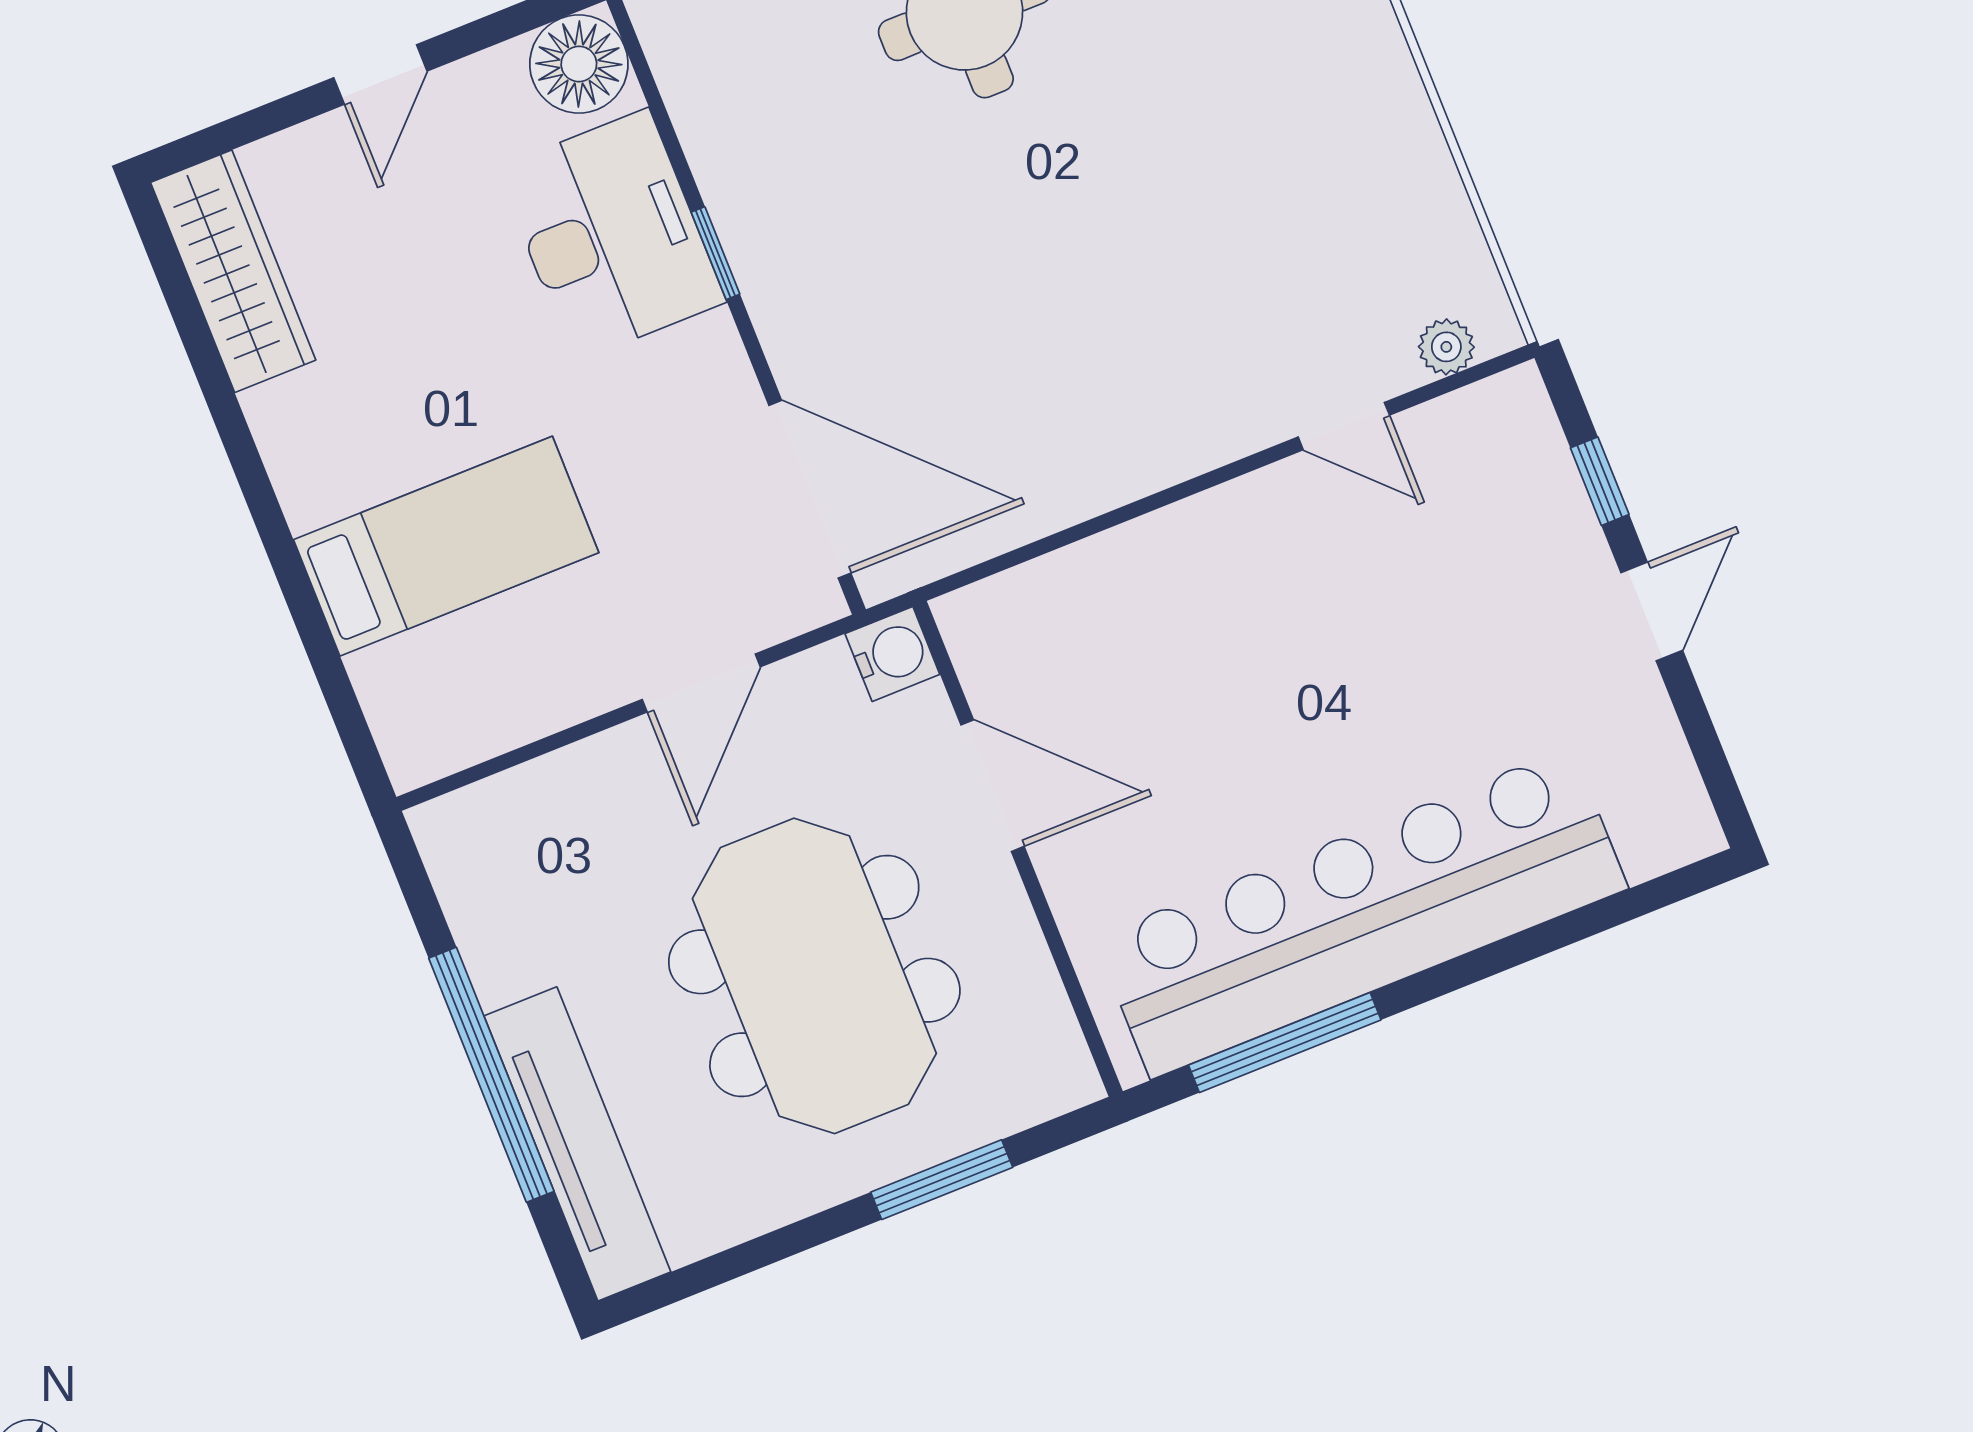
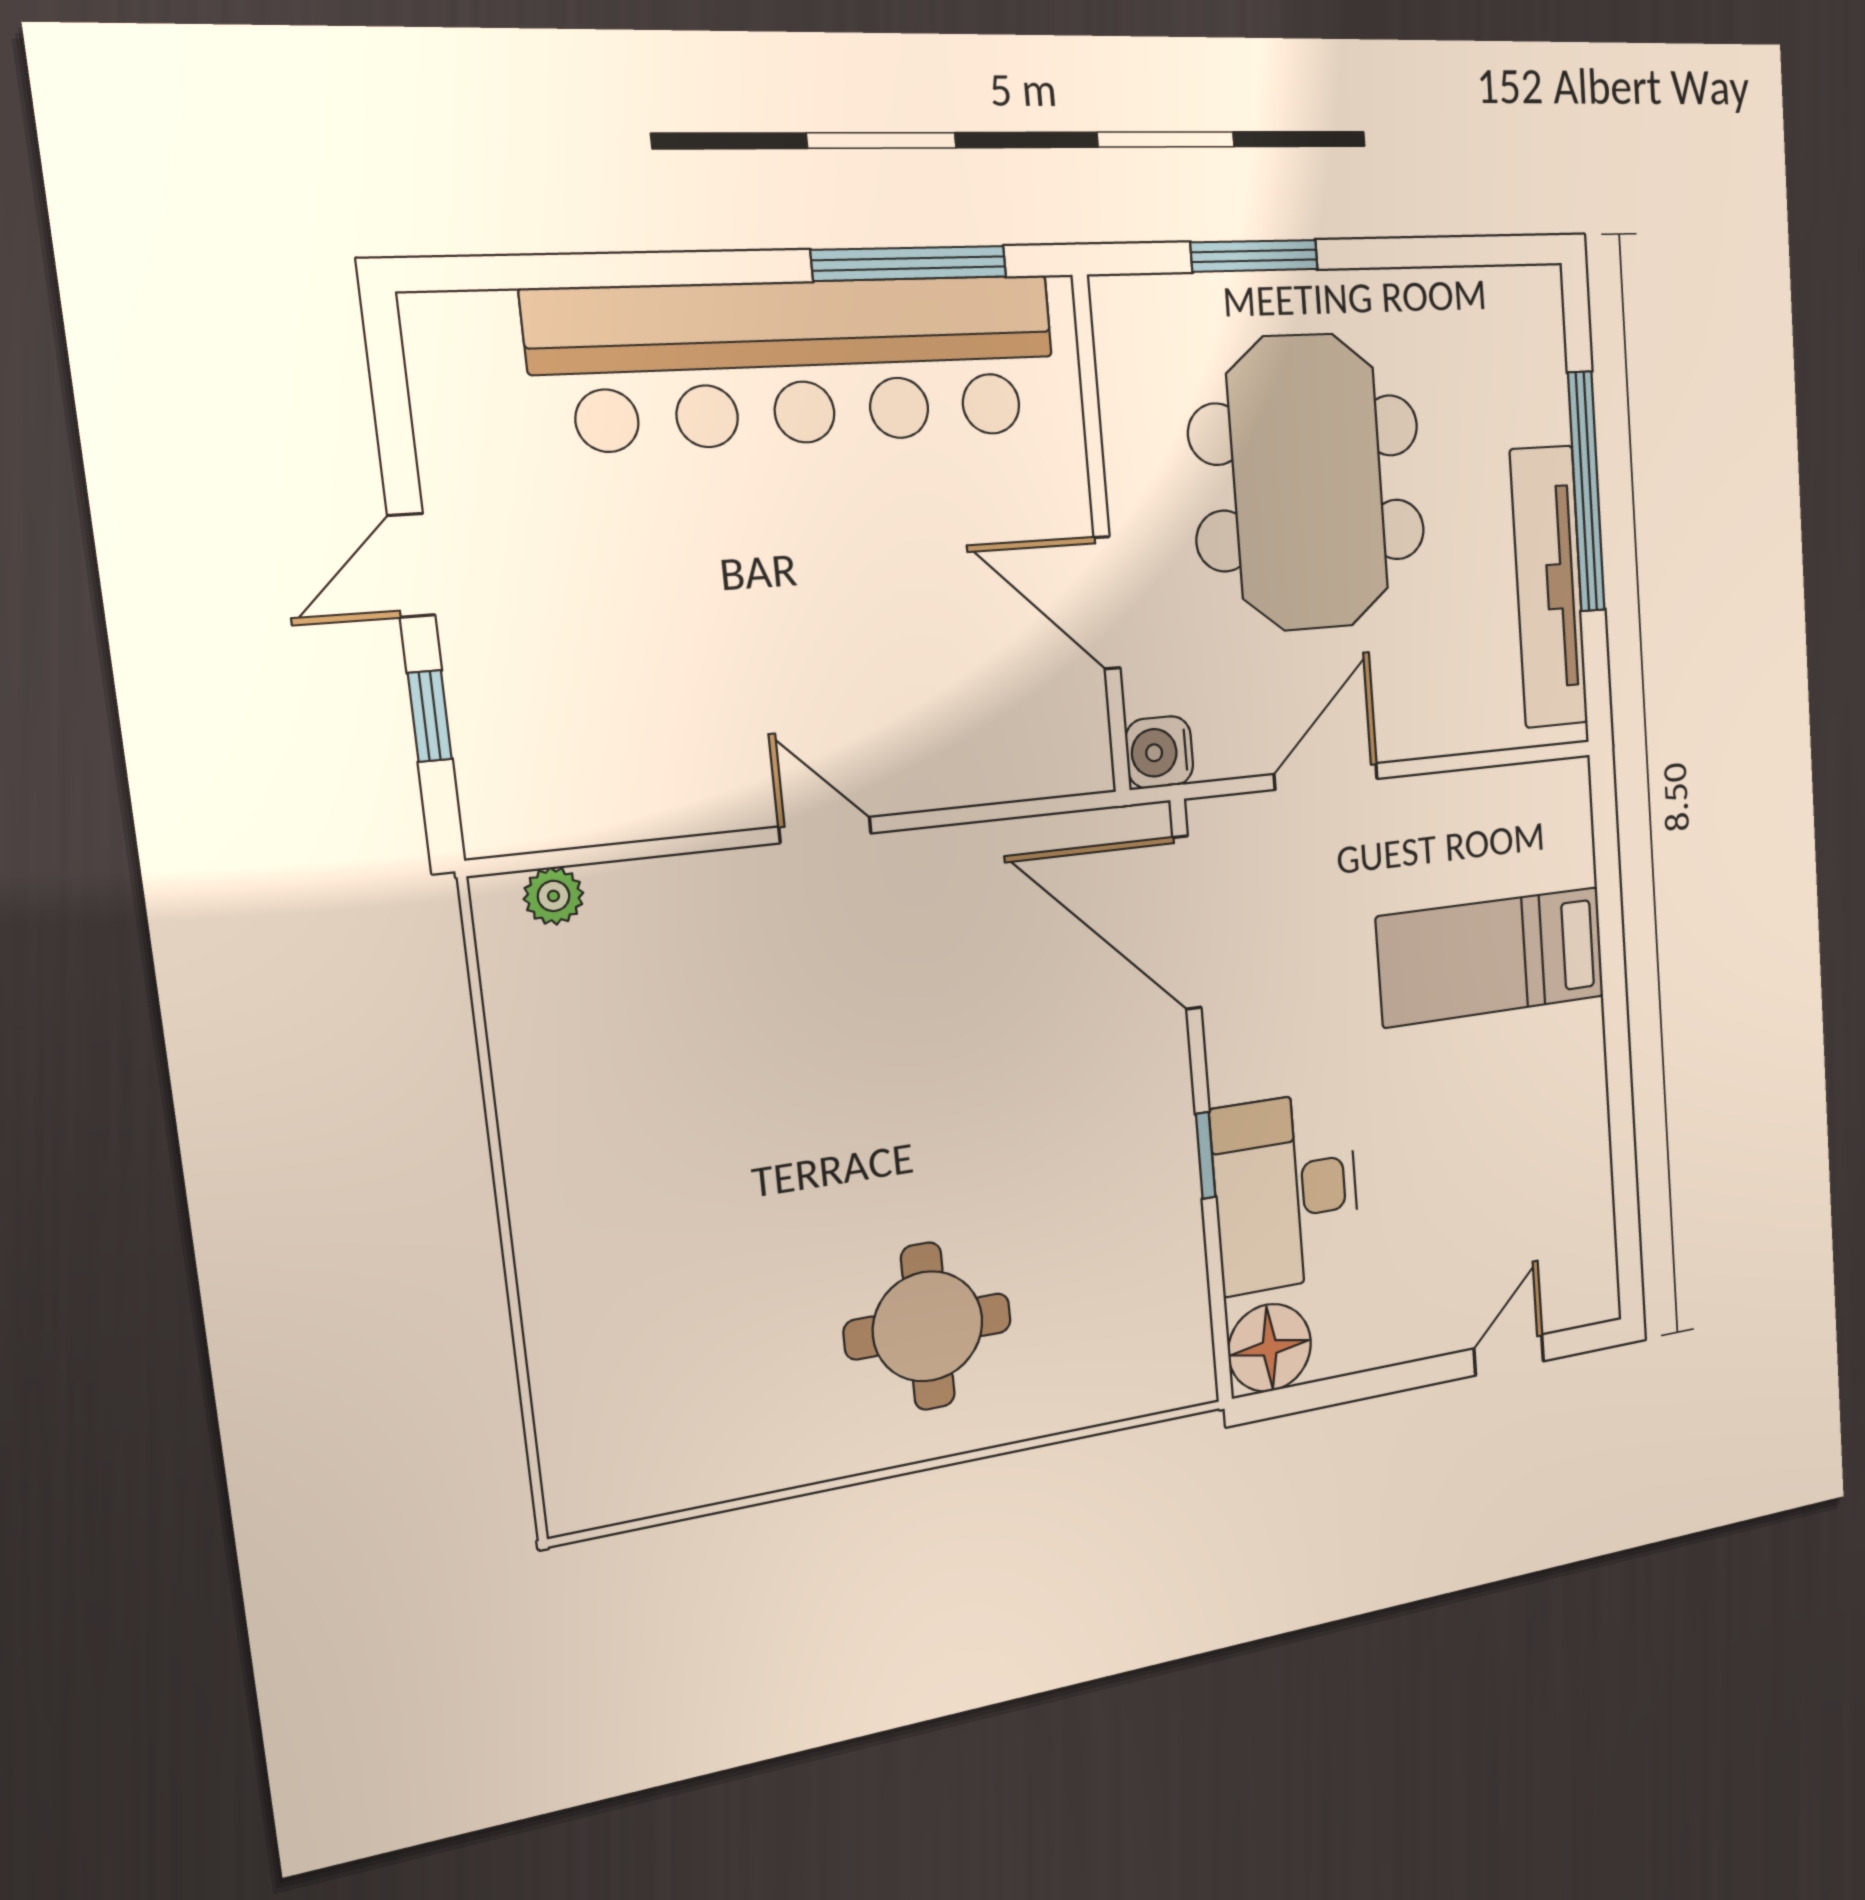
door: (380, 74) -> (1509, 1355), moved
wardrobe: (233, 271) -> (1583, 1231), removed
door: (1344, 426) -> (825, 830), moved
tv unit: (577, 1144) -> (1549, 587), moved

